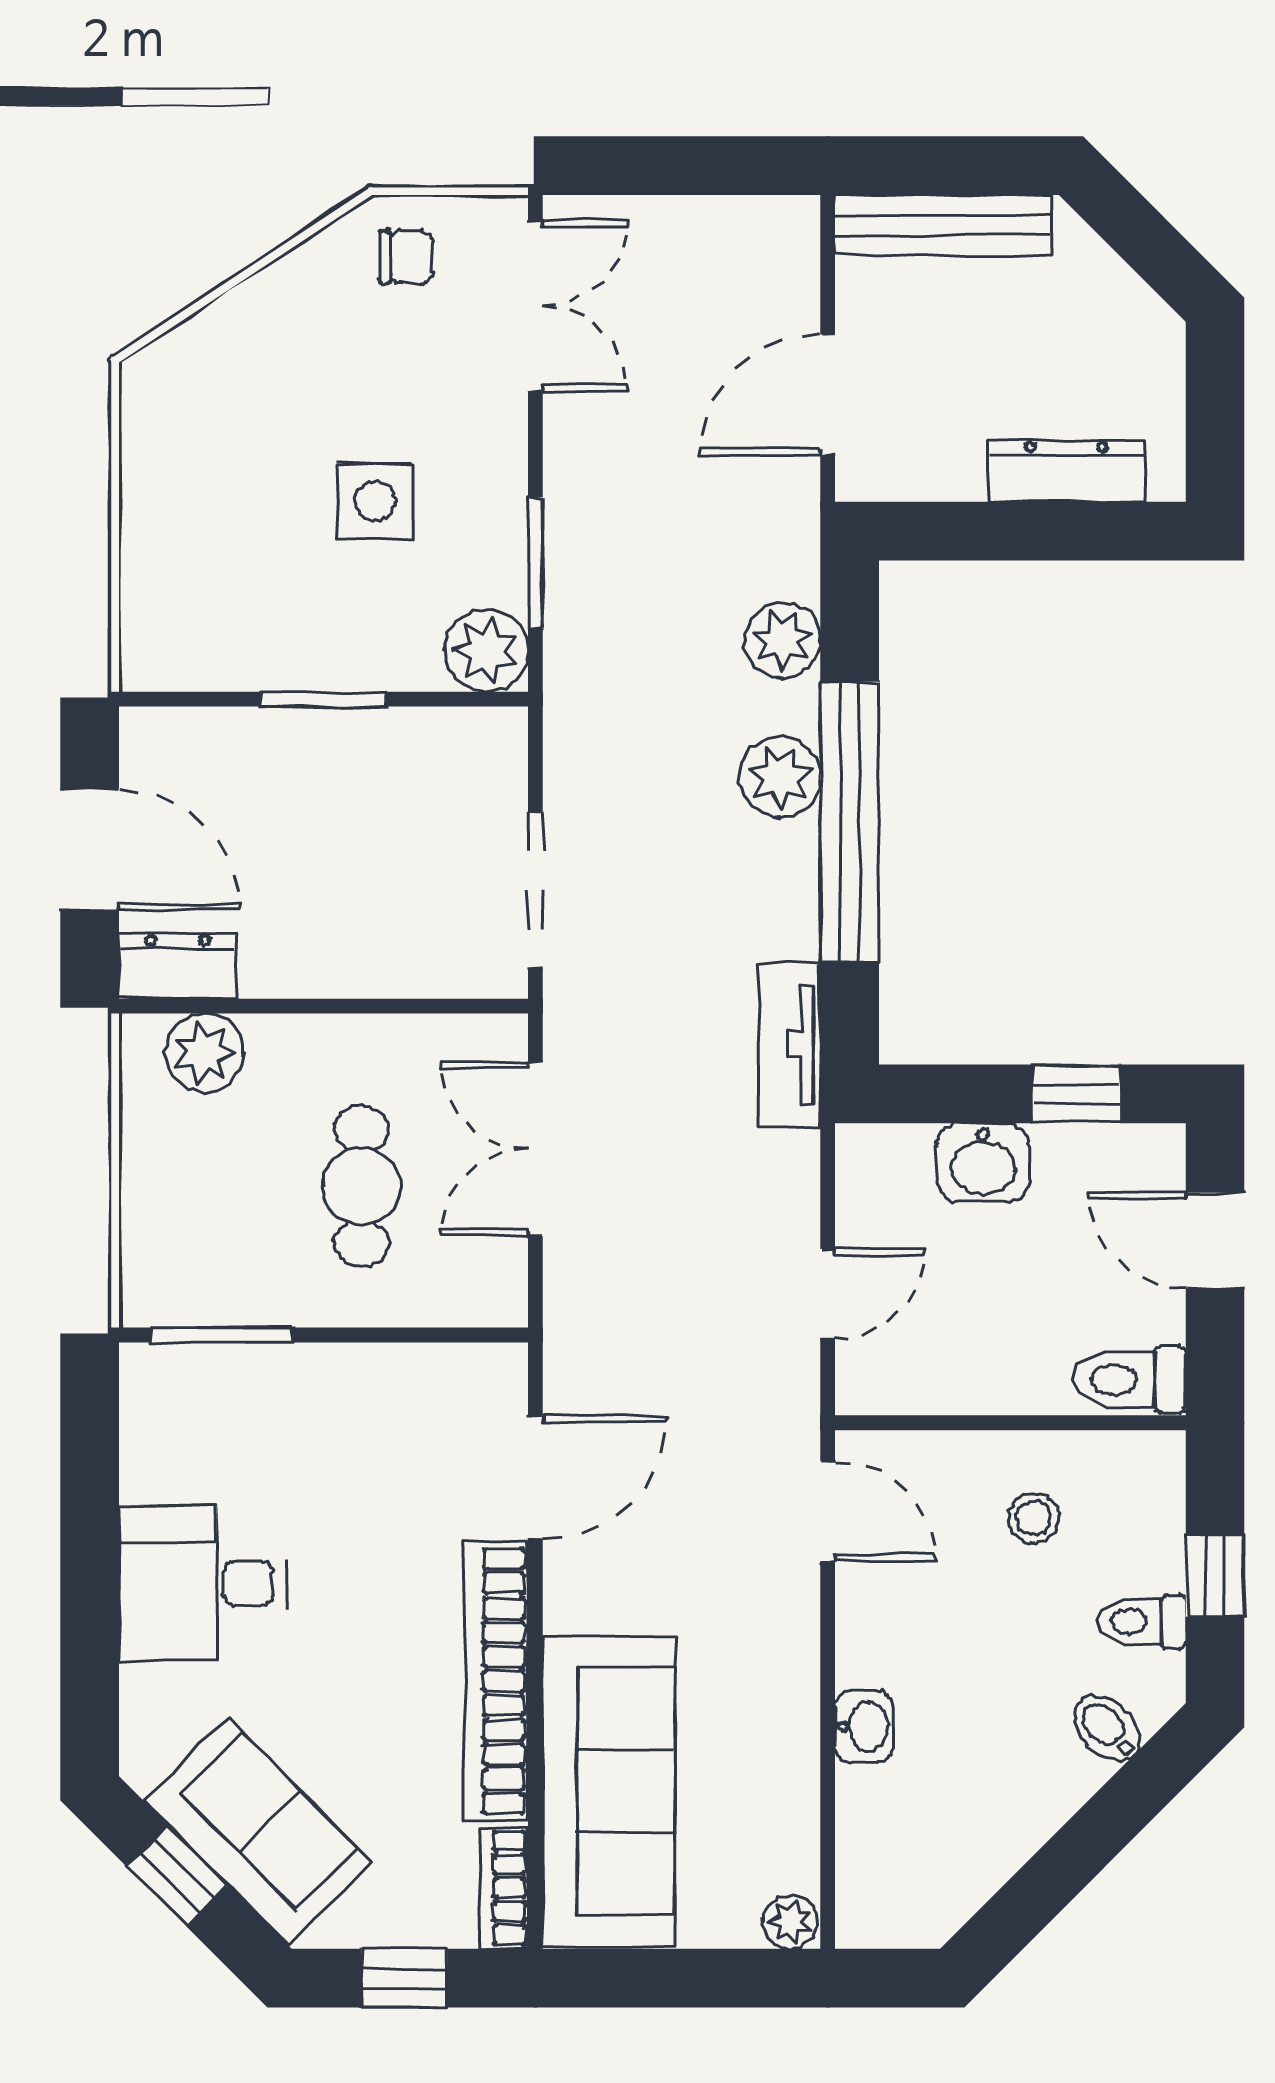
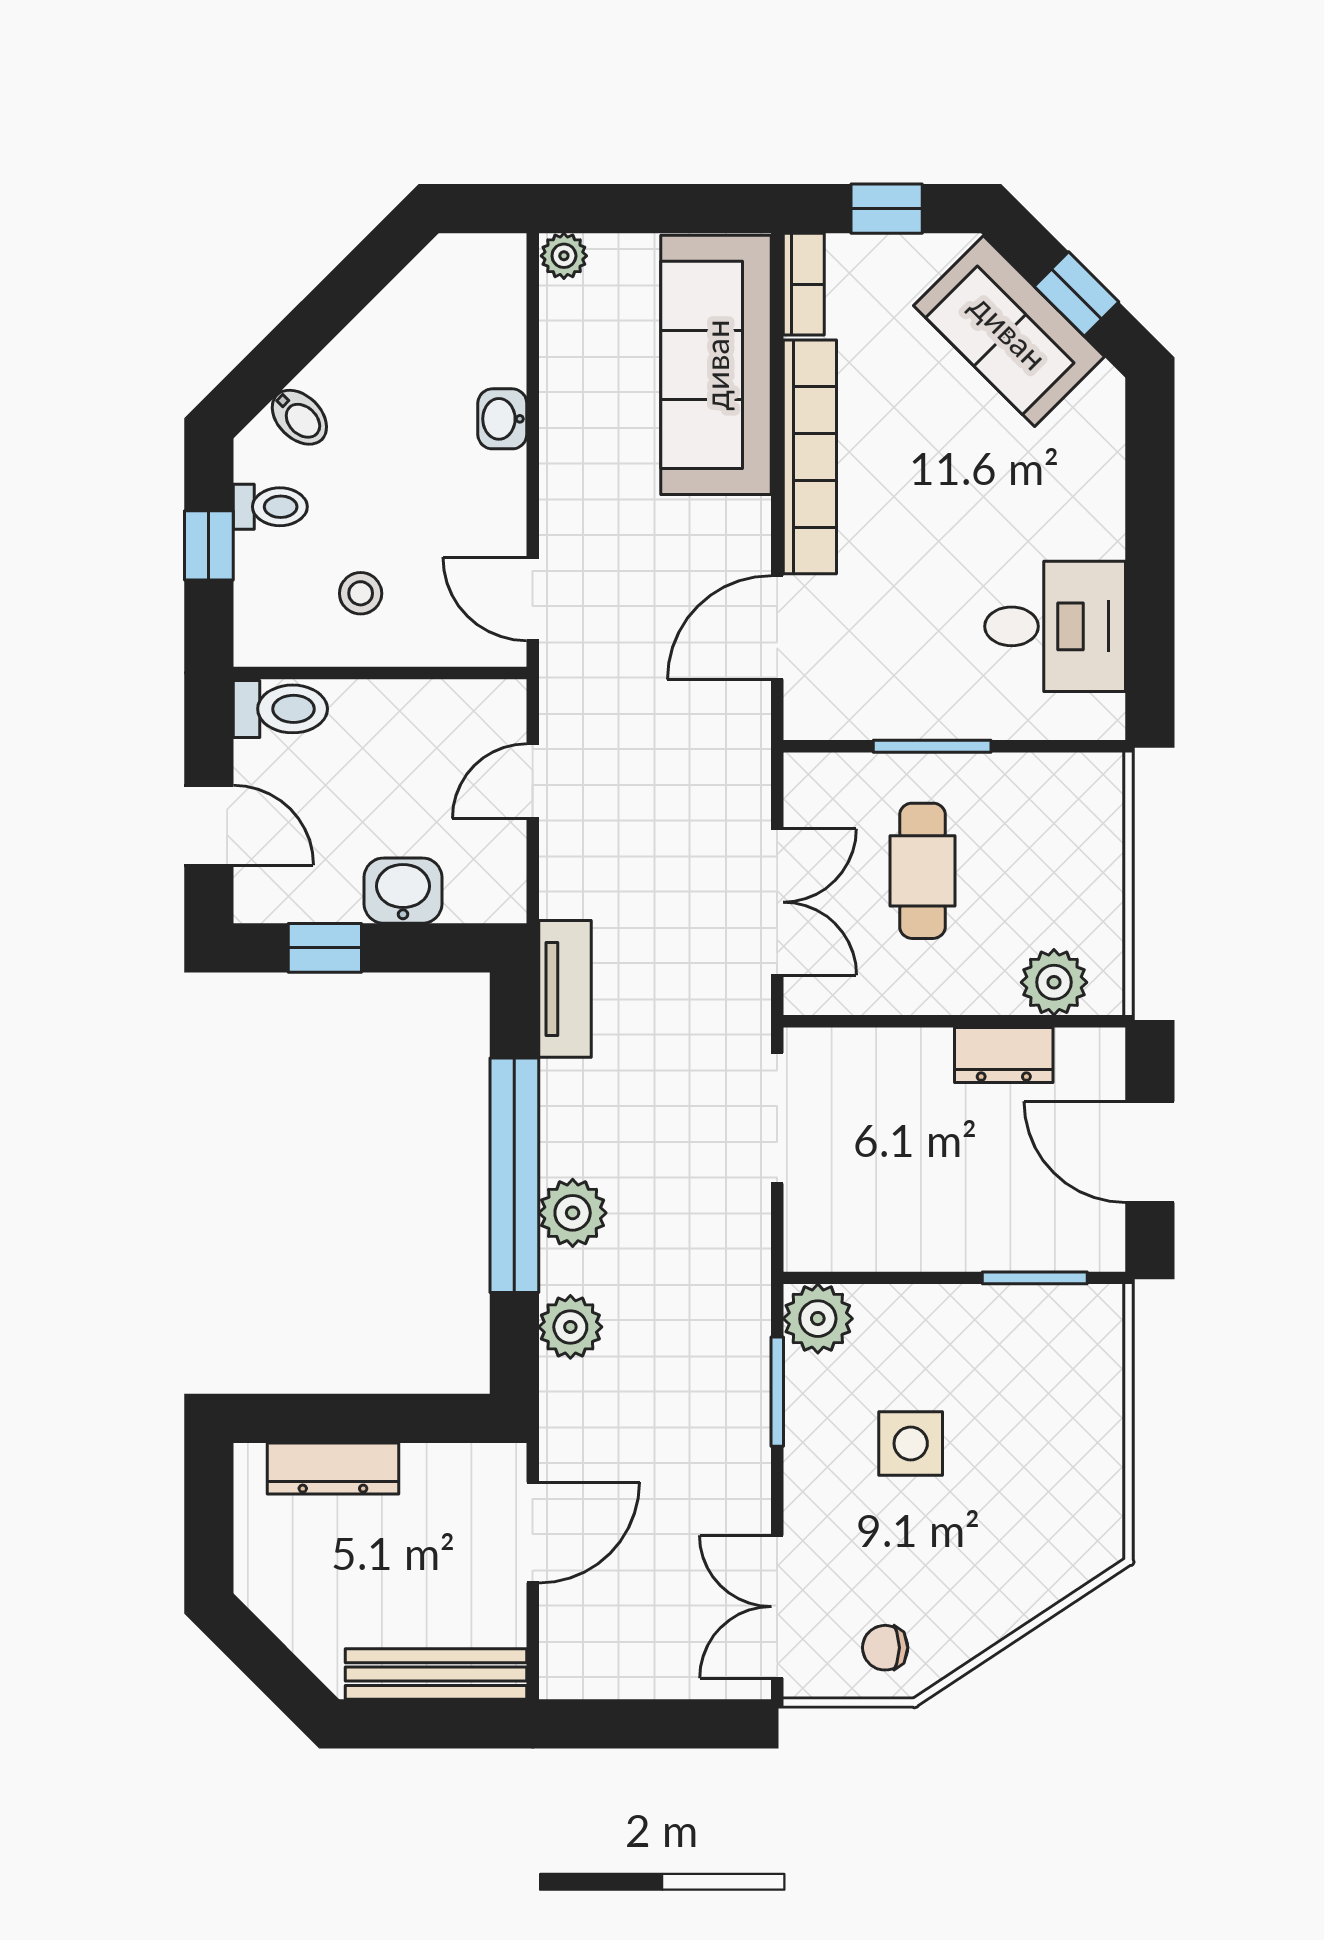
window: (323, 699) -> (1035, 1278), moved
dresser: (178, 966) -> (1004, 1055), moved
window: (221, 1335) -> (932, 746), moved
desk: (203, 1583) -> (1055, 626), moved

